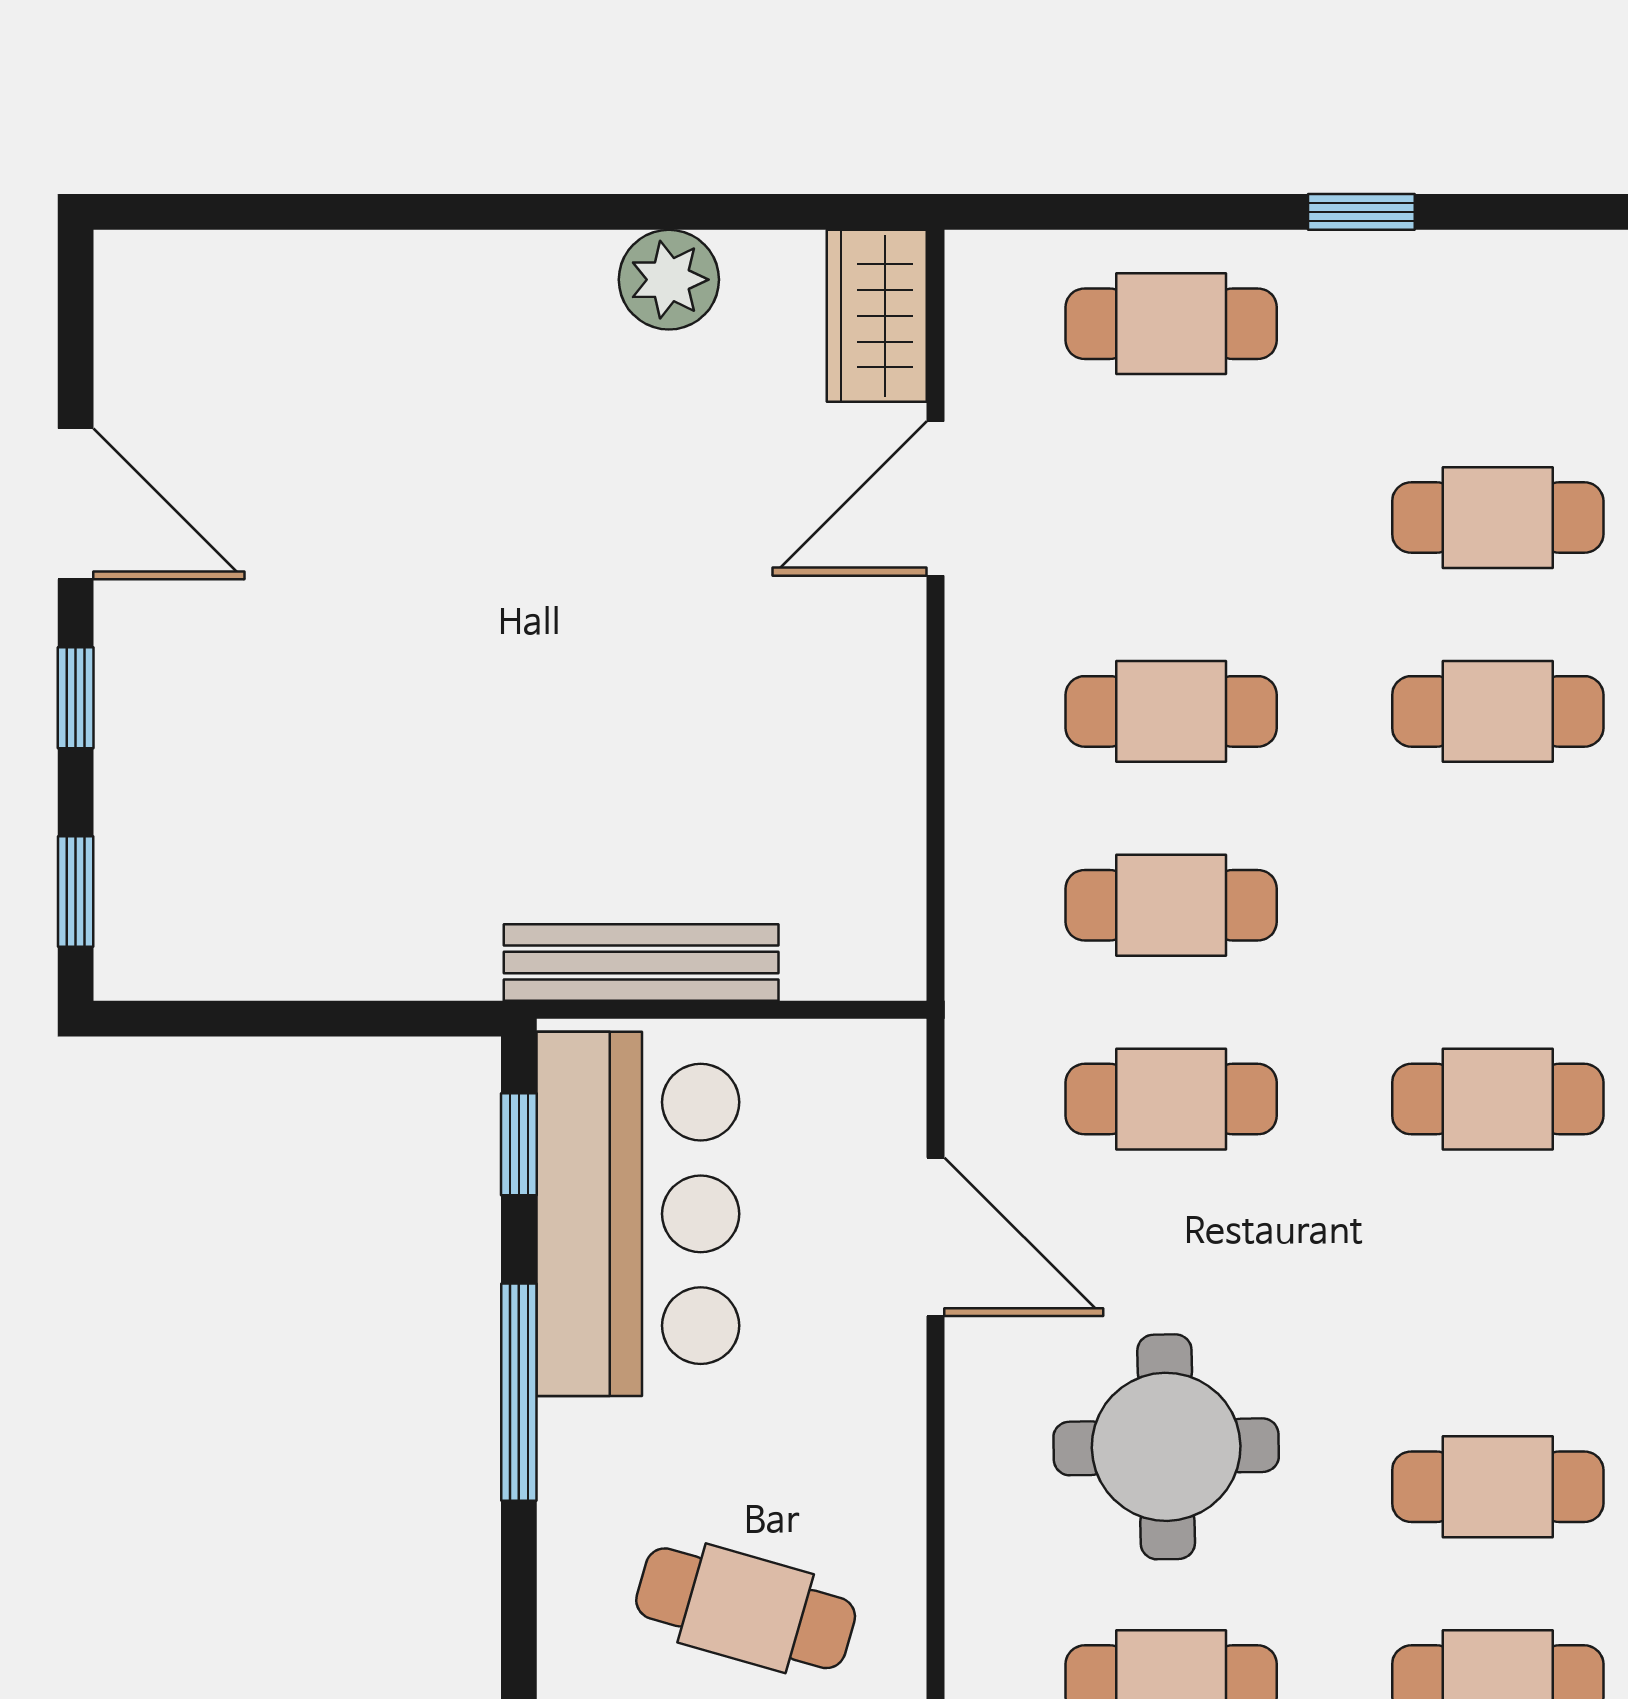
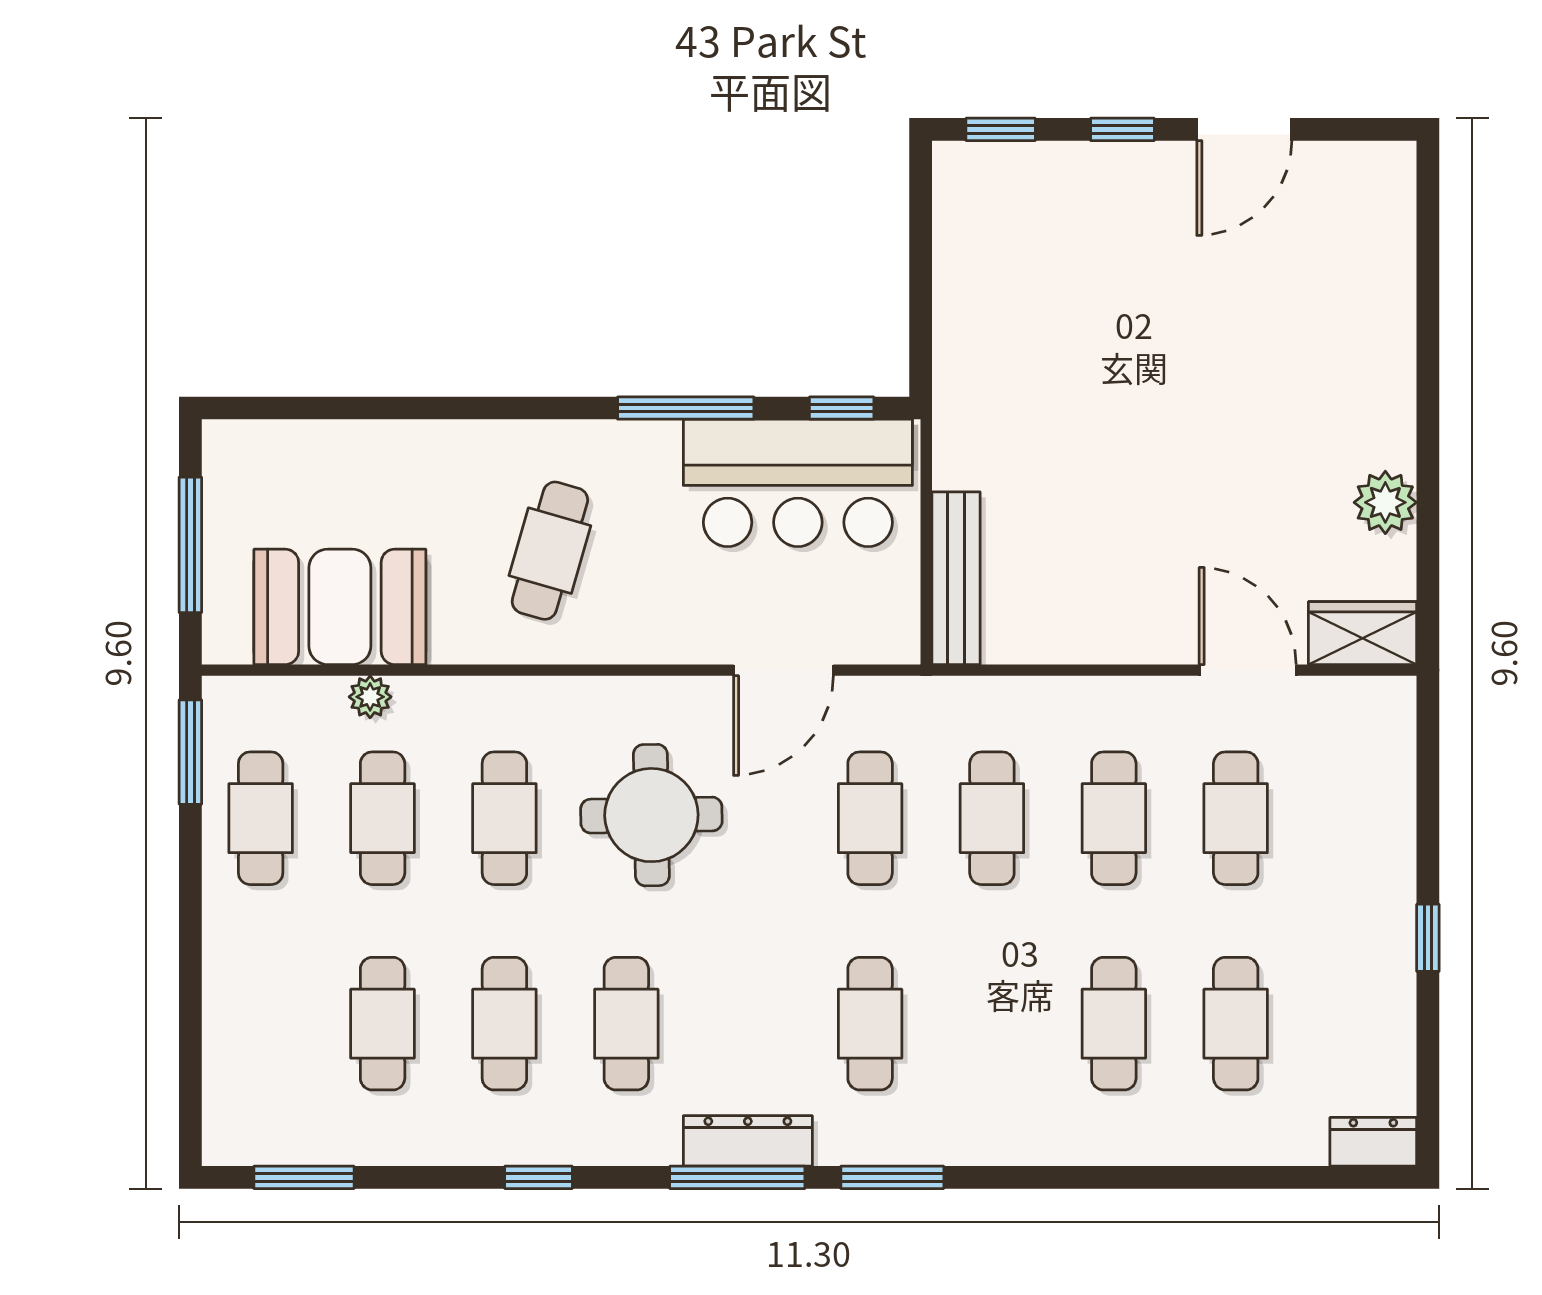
cafe table: (1171, 324) -> (1236, 818), moved
bench: (641, 963) -> (956, 578), moved

